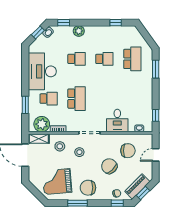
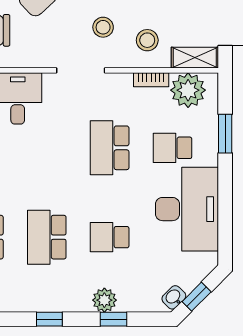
window: (64, 23) -> (114, 319), moved
window: (116, 23) -> (49, 319), moved
school desk: (104, 59) -> (47, 237), width x1.85

